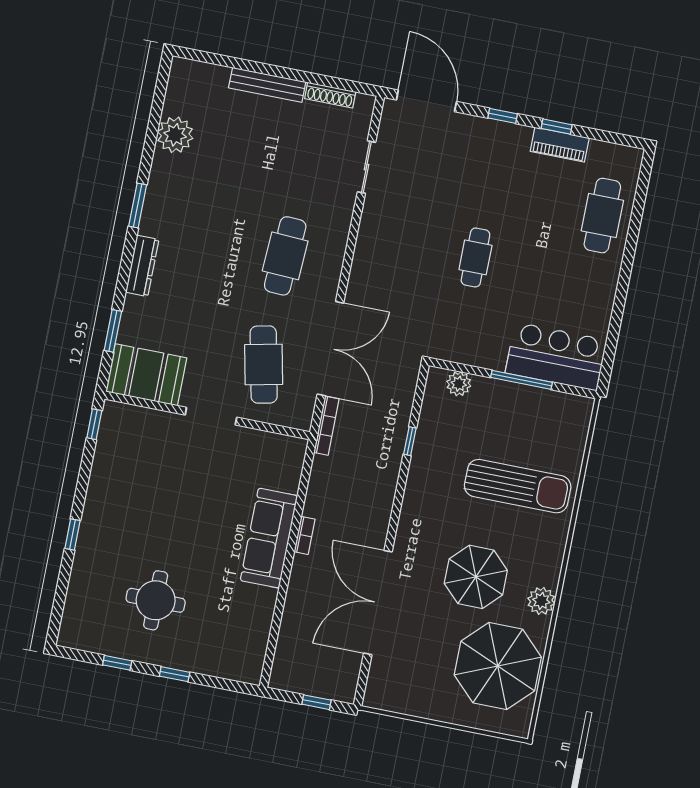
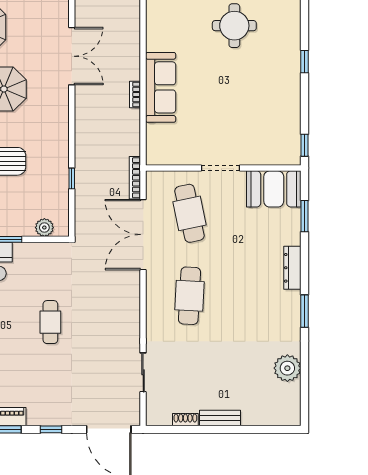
bench: (267, 85) -> (220, 418), width x0.73
shoe rack: (330, 95) -> (185, 420), width x0.70
double door: (378, 603) -> (72, 56), width x0.73

